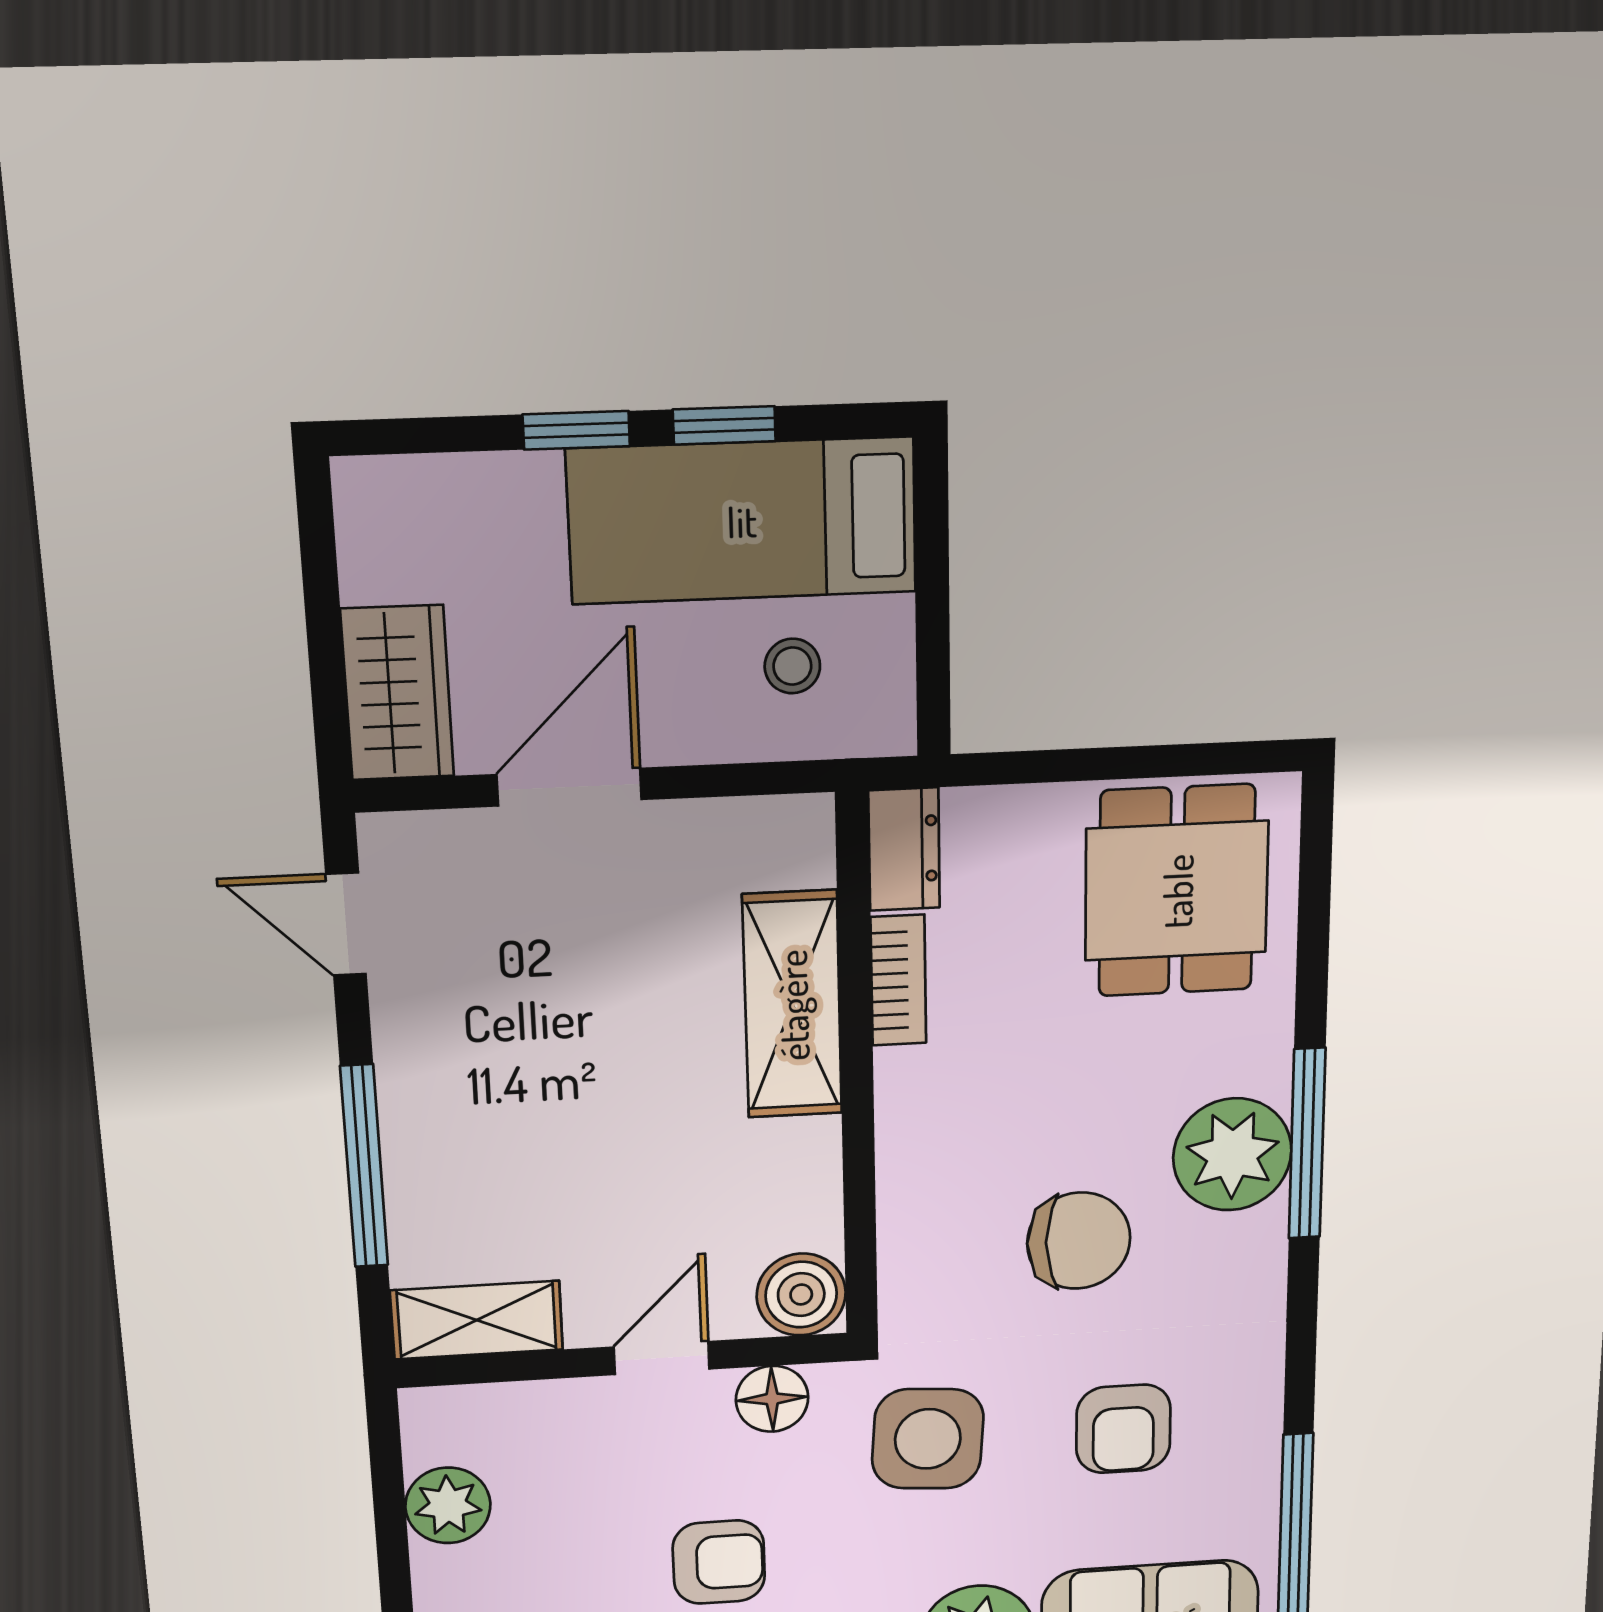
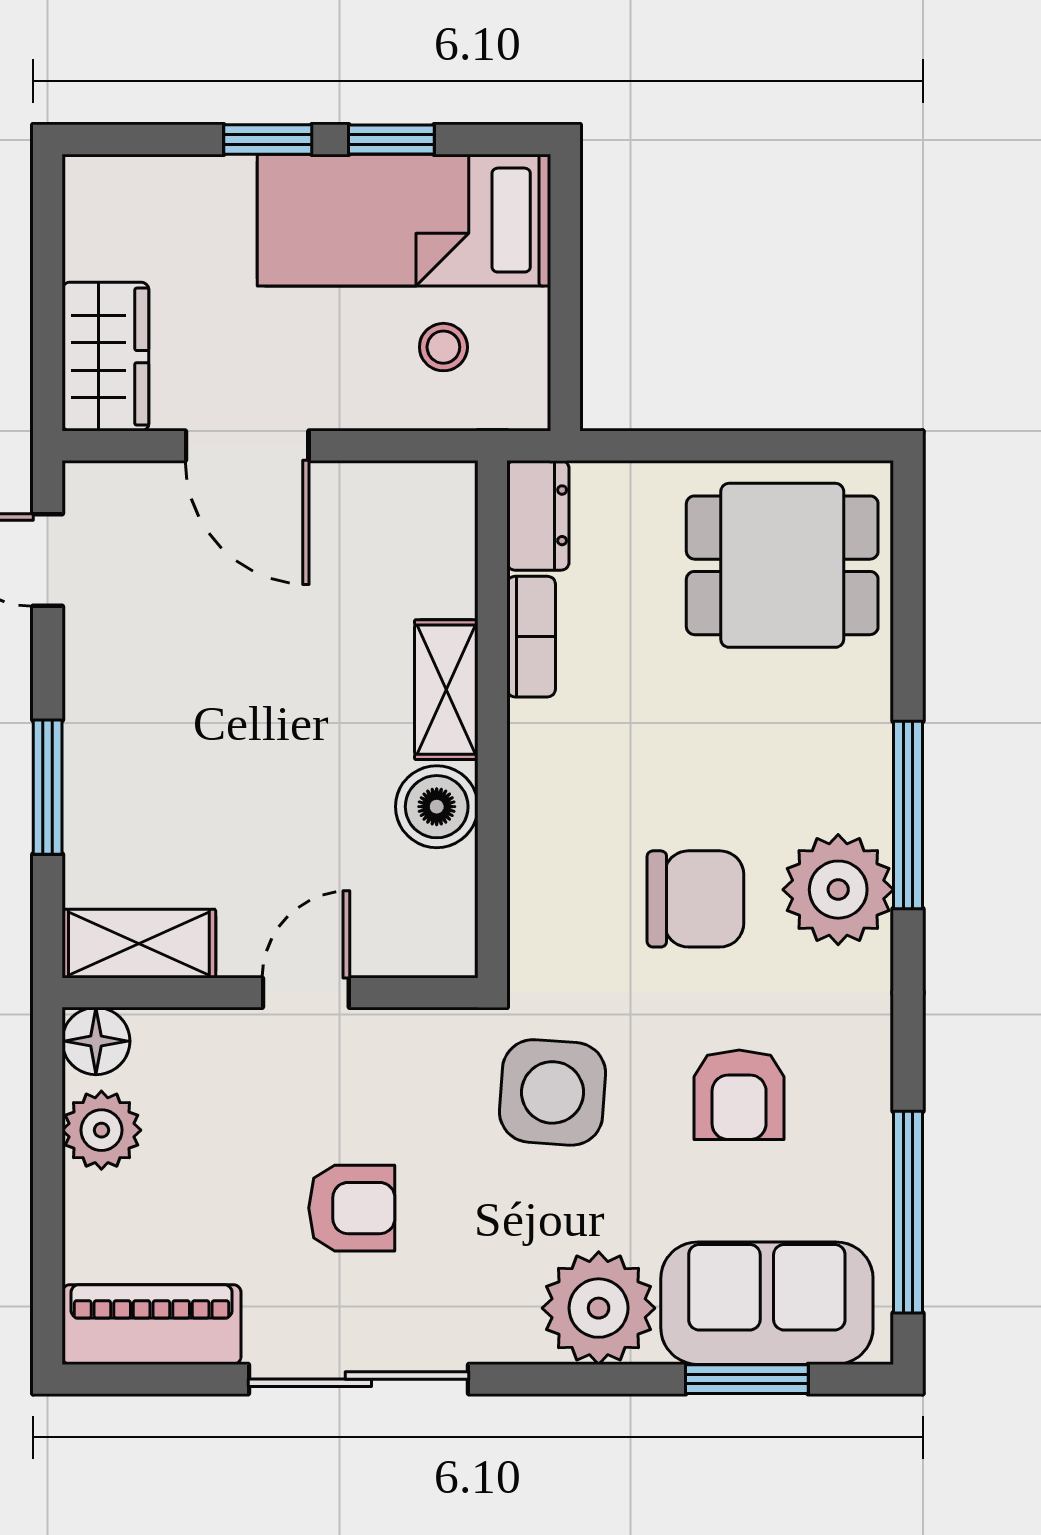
door: (569, 787) -> (247, 446), swing flipped
dining table: (1177, 891) -> (782, 565), turned 90
shelving: (792, 1005) -> (446, 690), width x0.67, depth x0.75
plant: (1232, 1154) -> (838, 890), moved
window: (364, 1166) -> (48, 787), width x0.69
boiler: (801, 1295) -> (437, 807), moved
floor lamp: (772, 1399) -> (96, 1041), moved

